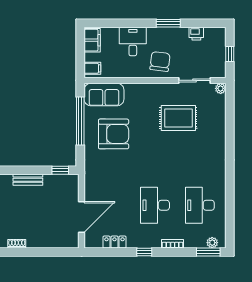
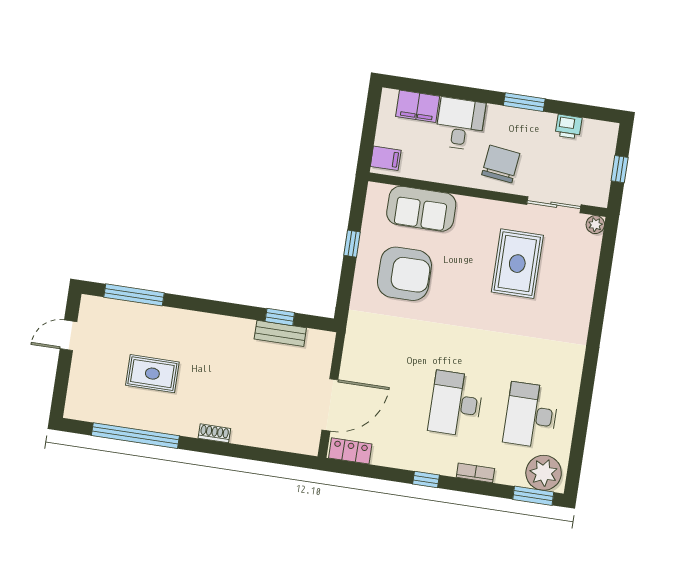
filing cabinet: (92, 40) -> (418, 106), moved, turned 90
sofa: (104, 95) -> (421, 209), moved
rug: (178, 118) -> (517, 264), turned 90
window: (80, 121) -> (352, 244), width x0.32
window: (60, 170) -> (280, 317), moved
bench: (28, 180) -> (280, 333), moved
locker: (114, 242) -> (350, 451), moved
plant: (212, 243) -> (544, 473), width x1.88, depth x1.88

